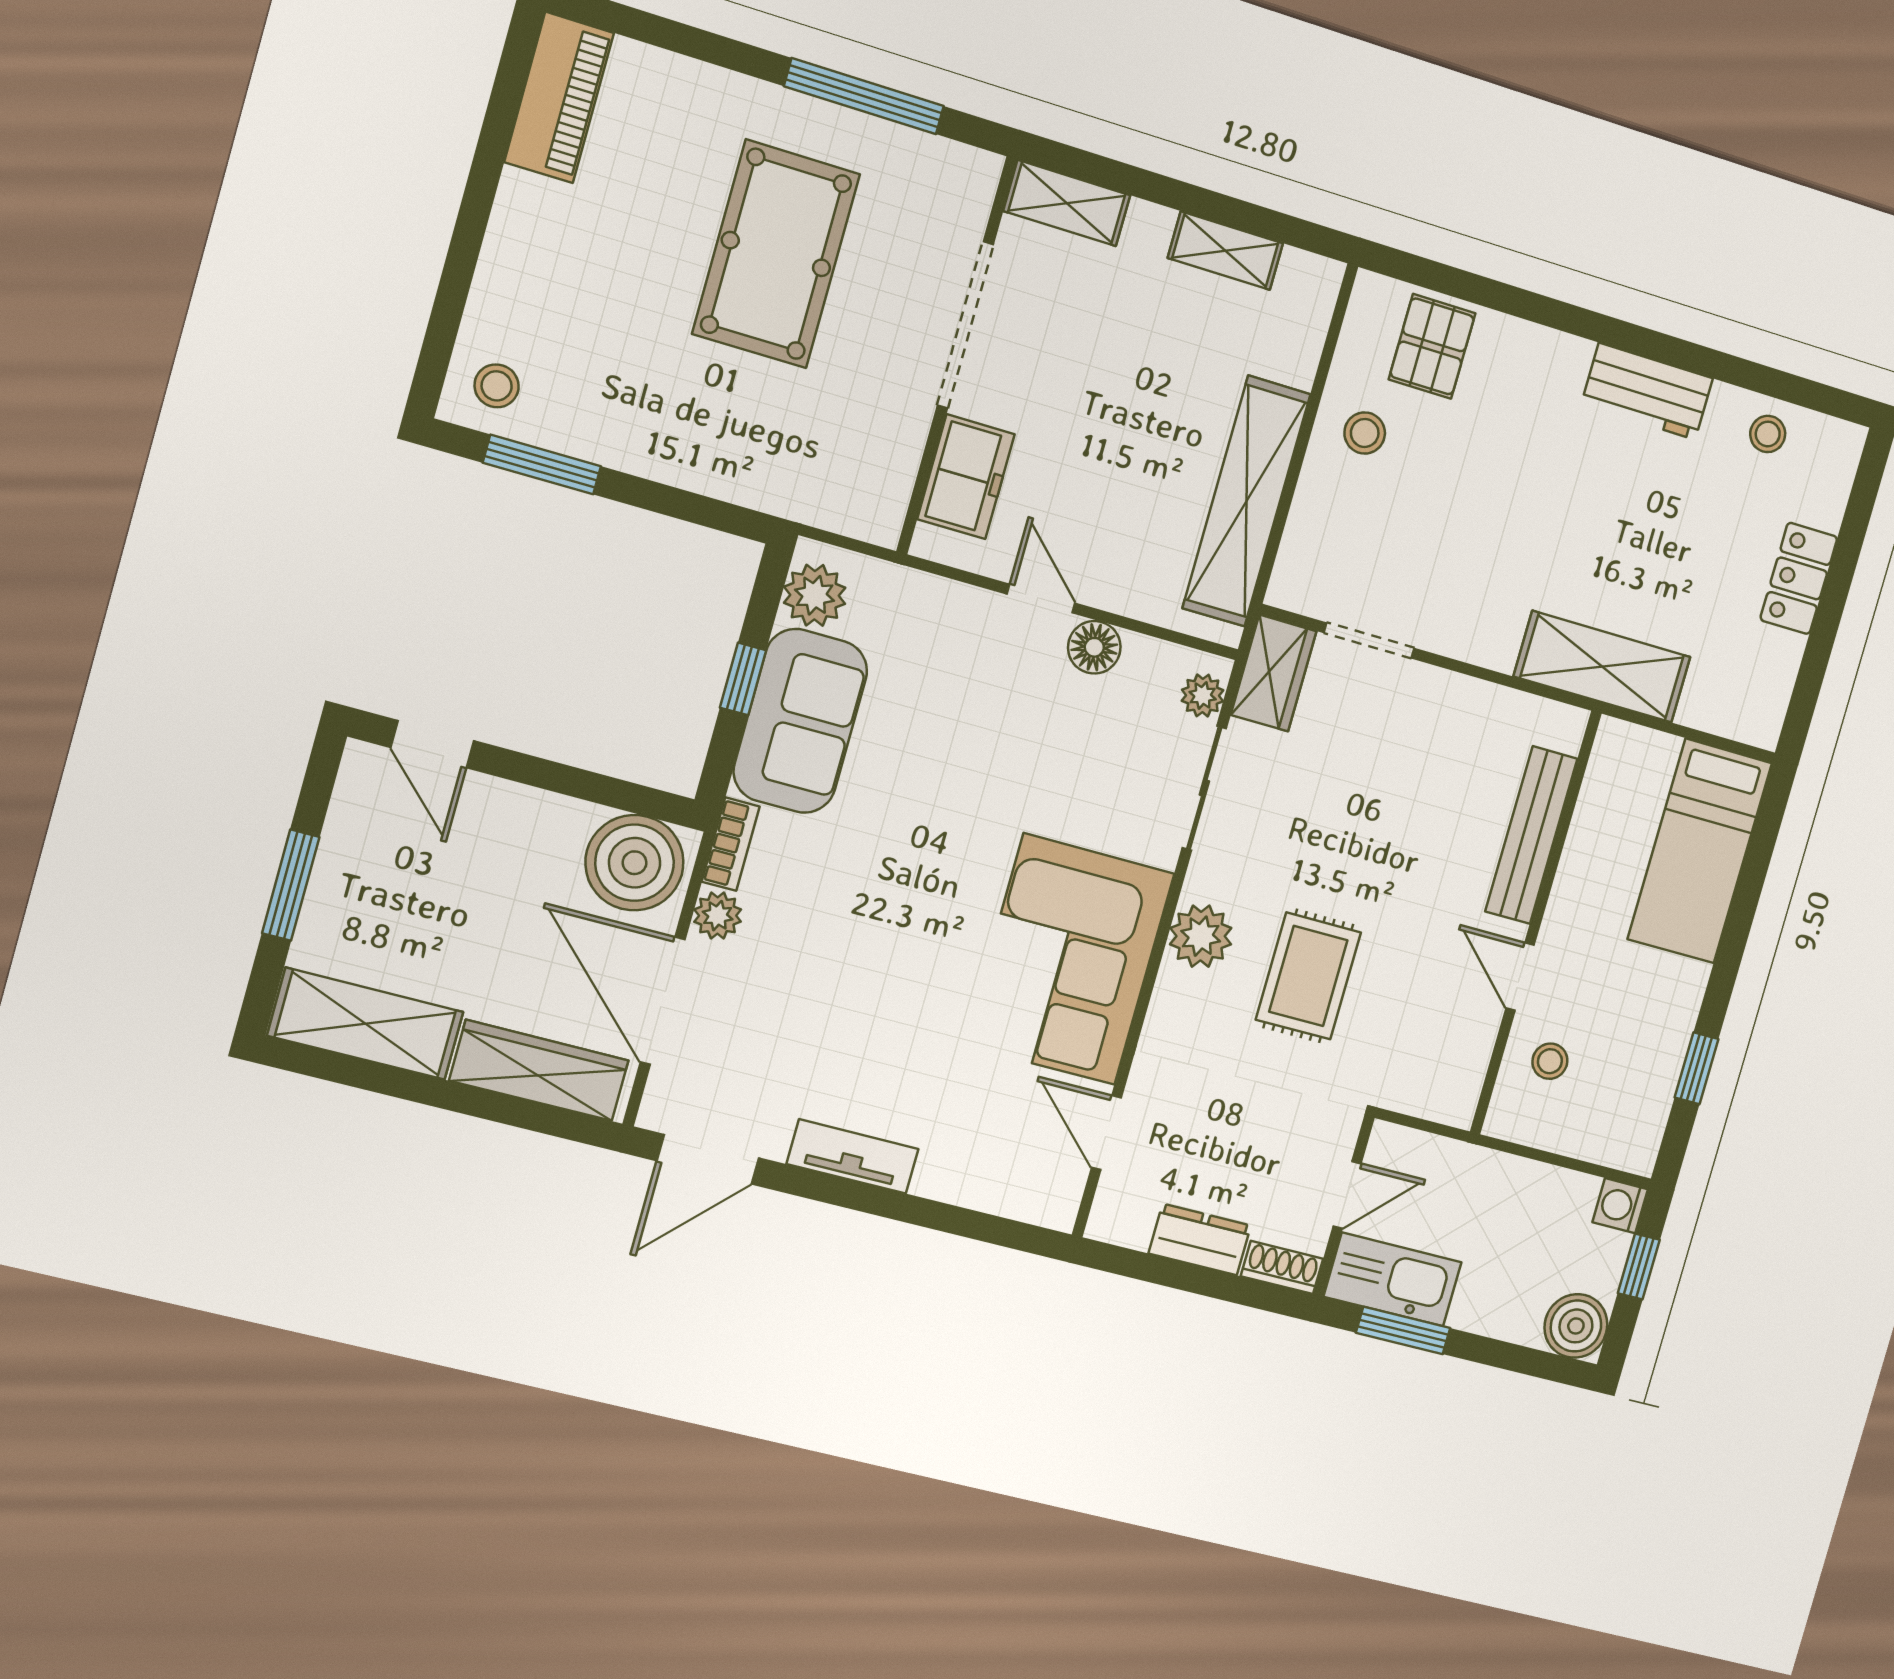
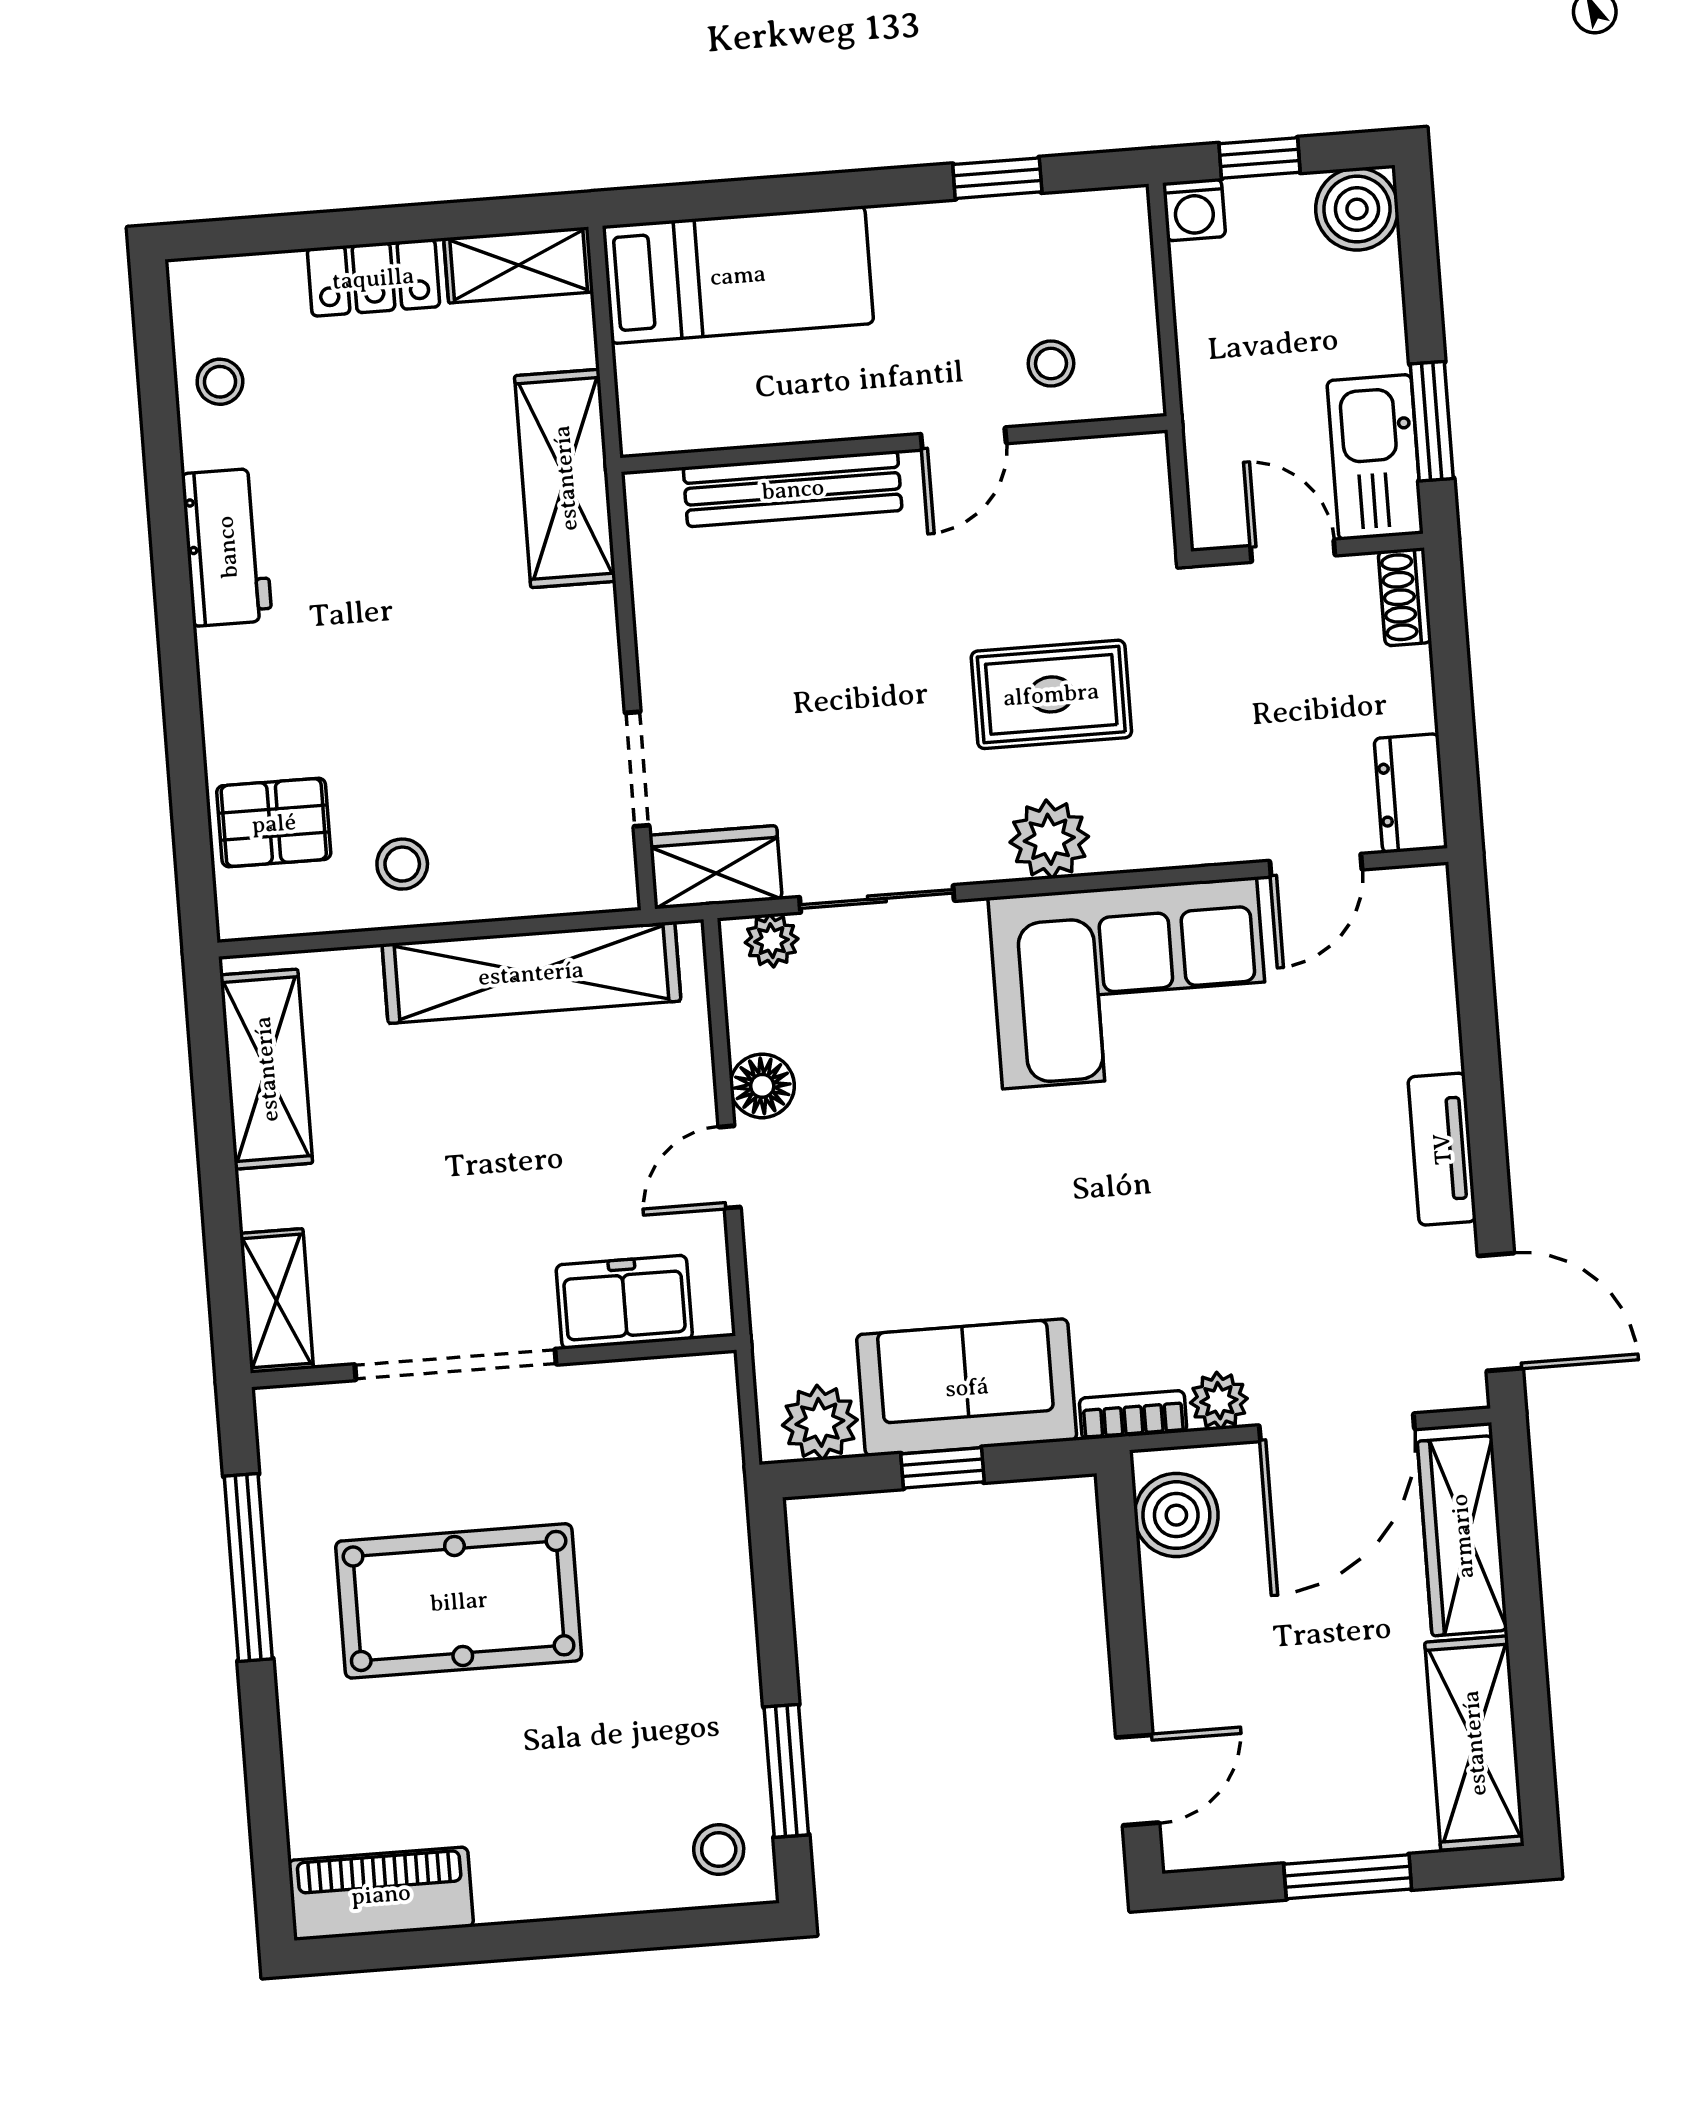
shelving: (1225, 251) -> (266, 1069), width x1.50, depth x1.33
shelving: (1767, 690) -> (519, 265), added
boiler: (634, 863) -> (1176, 1515), width x0.73, depth x0.73
dresser: (1200, 1239) -> (1411, 793), moved

